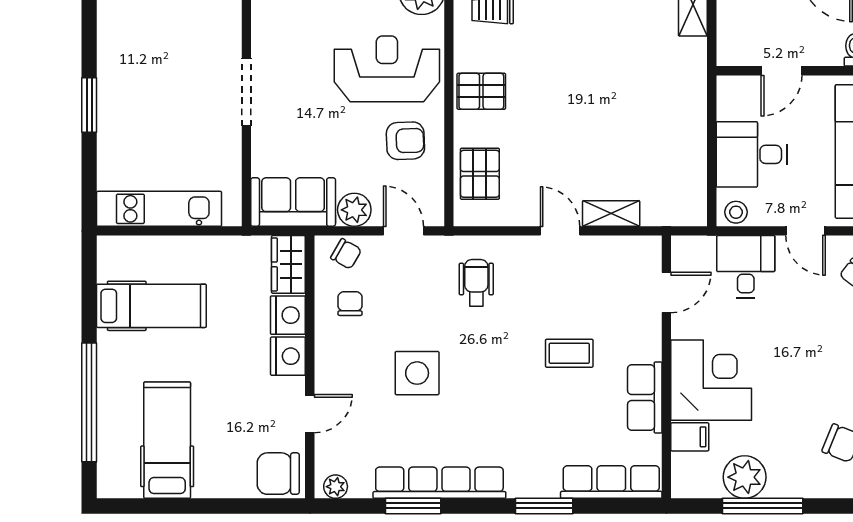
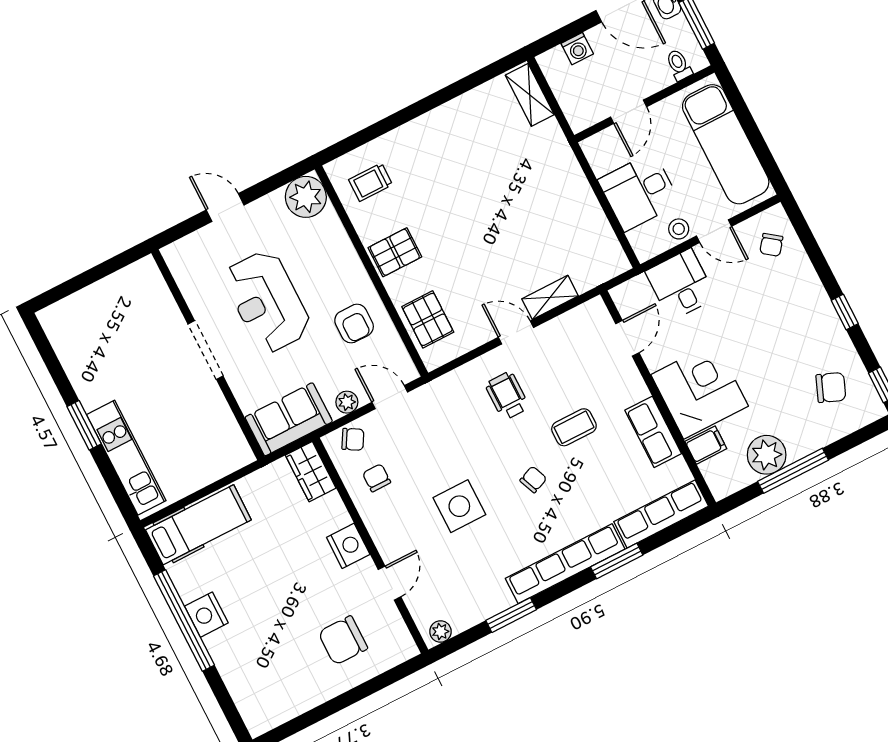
reception desk: (387, 69) -> (267, 302), moved, turned -90
armchair: (405, 141) -> (354, 324), turned 92
kitchen unit: (159, 209) -> (126, 458), moved, turned 90
plant: (354, 210) -> (347, 402), width x0.73, depth x0.73
stool: (736, 212) -> (679, 229), moved
wheelchair: (476, 283) -> (507, 396), moved
hospital bed: (151, 306) -> (198, 525), moved
nightstand: (288, 315) -> (206, 615), moved, turned 180
chair: (503, 384) -> (533, 479), added
window: (89, 402) -> (184, 621), moved
hospital bed: (167, 440) -> (285, 664), removed
chair: (278, 474) -> (343, 640), moved
row of seats: (439, 483) -> (565, 564), moved

